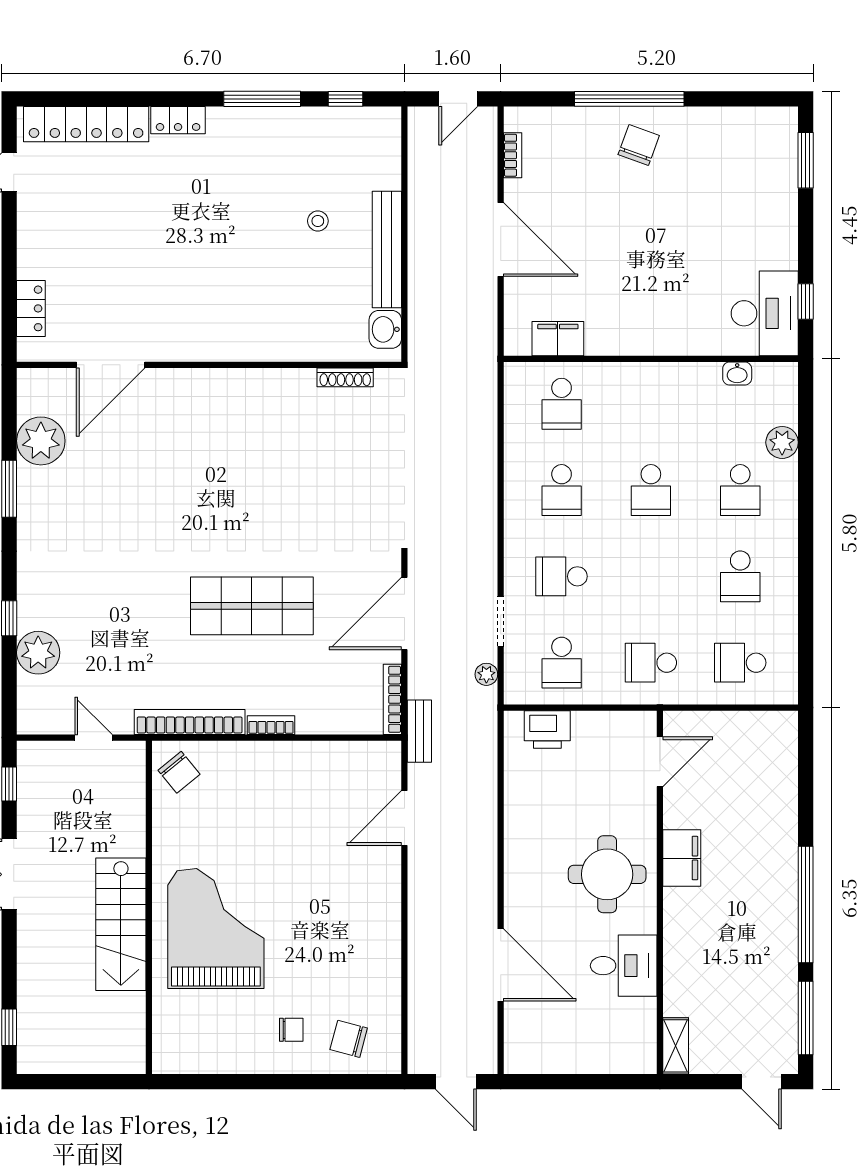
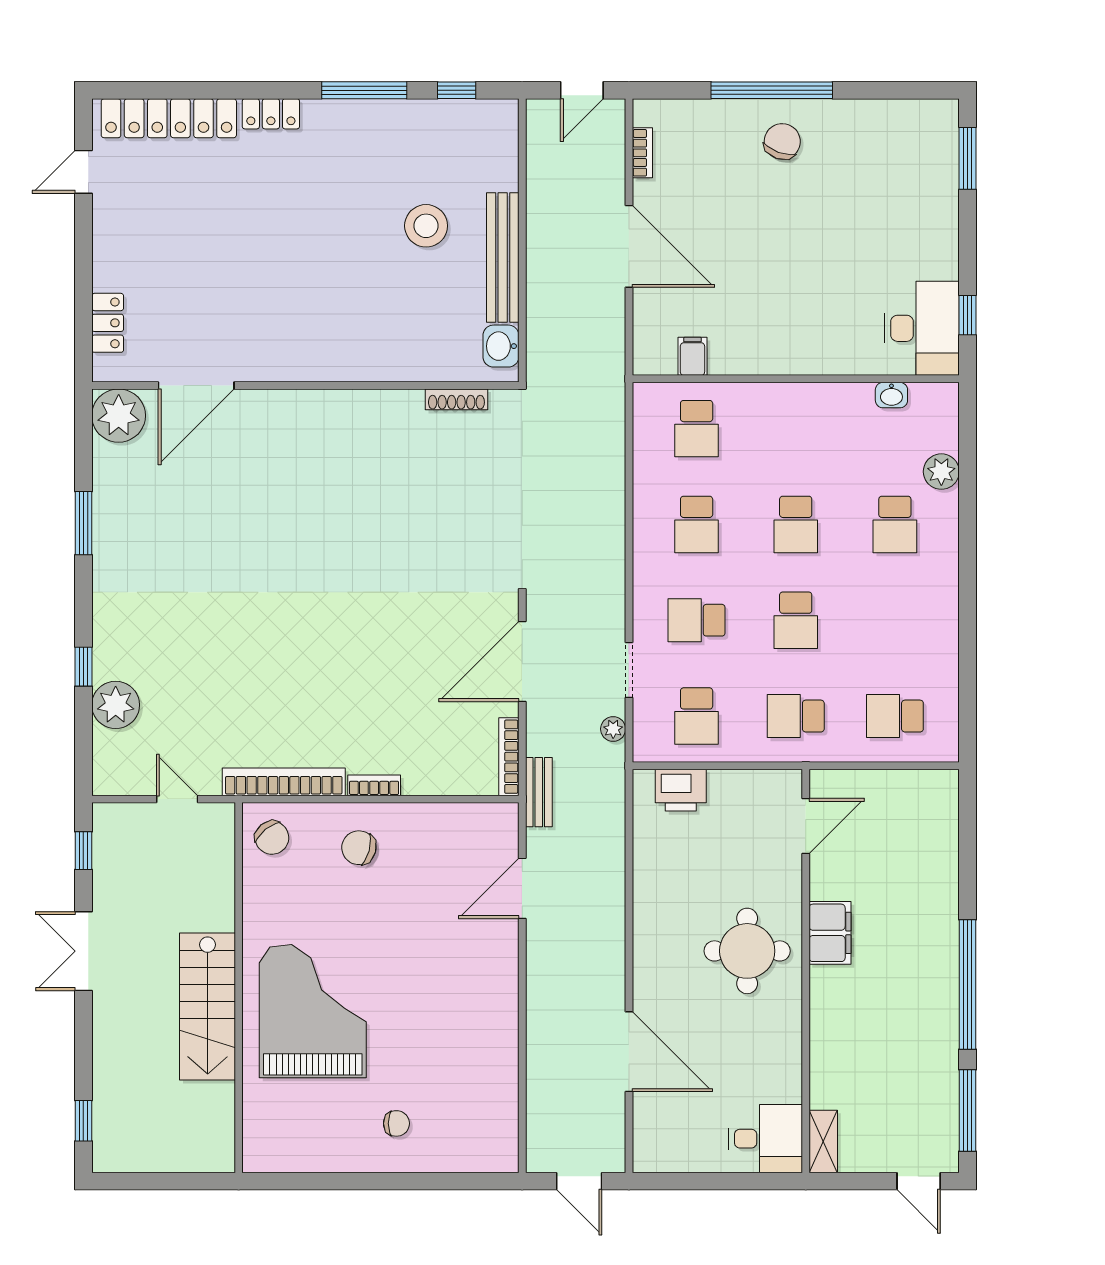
stool: (318, 221) -> (426, 226), width x1.89, depth x1.89
filing cabinet: (558, 339) -> (692, 356), width x0.50
plant: (41, 441) -> (119, 416), moved
school desk: (740, 576) -> (796, 620), moved
shop shelf: (252, 606) -> (353, 653), removed
desk: (624, 966) -> (766, 1139), moved
chair: (349, 1039) -> (359, 848), moved

